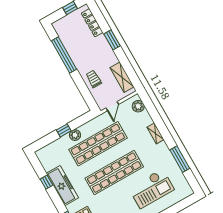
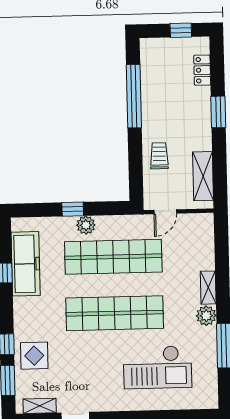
locker: (92, 23) -> (202, 70), width x0.66
plant: (138, 106) -> (206, 316), moved
freezer: (62, 186) -> (26, 264), moved

